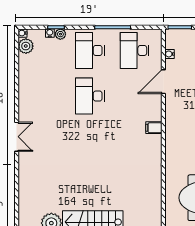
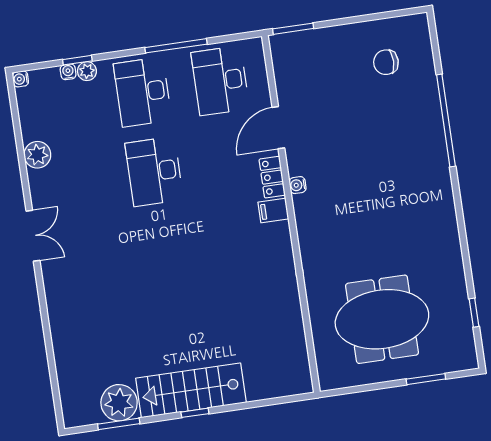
plant: (26, 46) -> (37, 155), moved
water cooler: (169, 54) -> (298, 185), moved
locker: (156, 109) -> (272, 177), added
double door: (17, 137) -> (33, 236), moved

